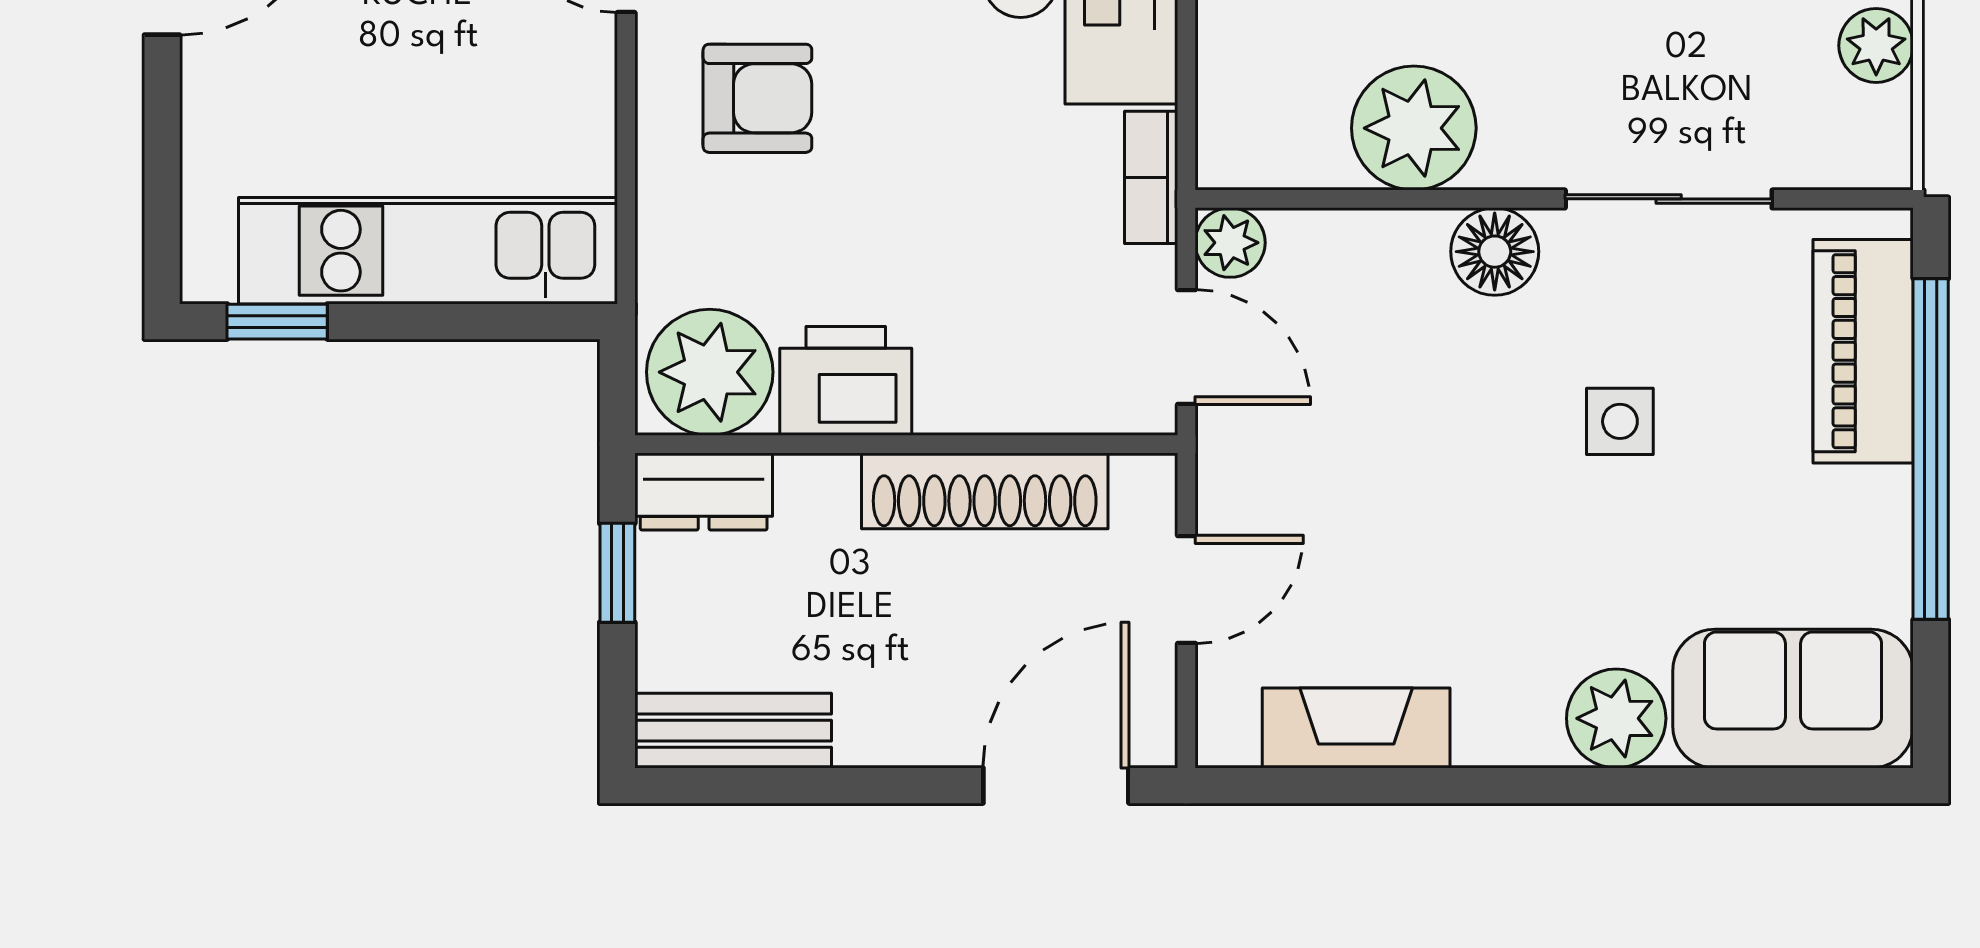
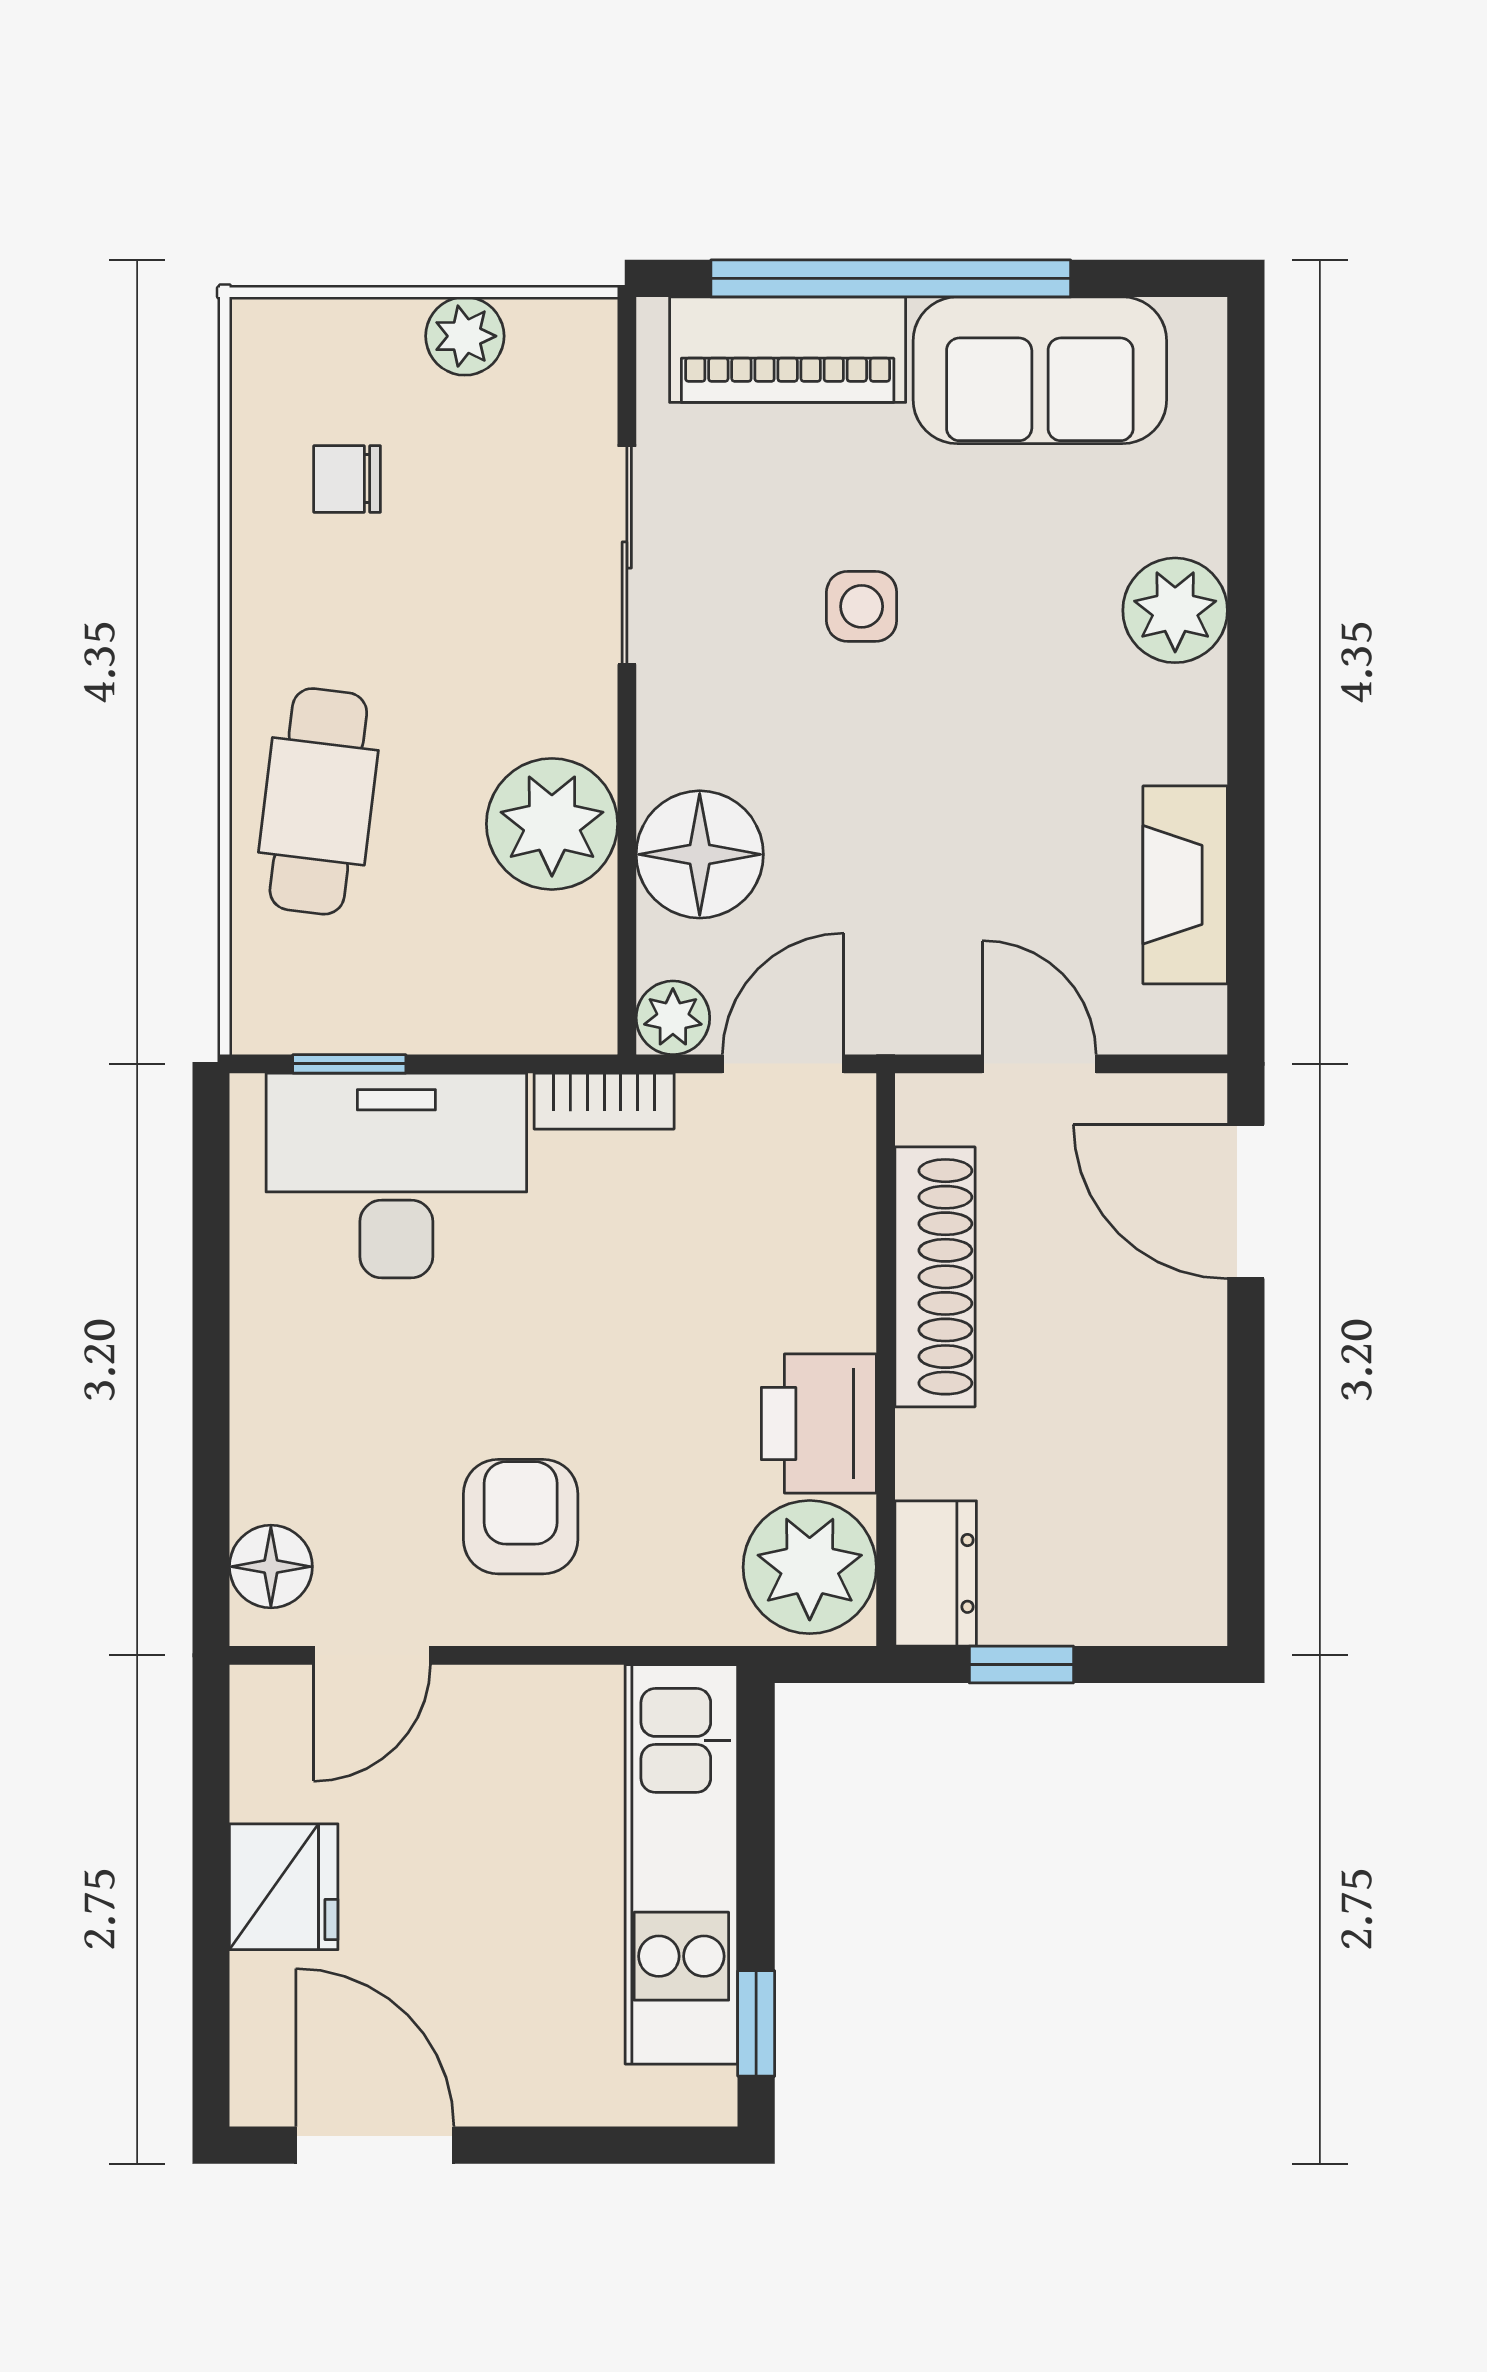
floor lamp: (1495, 252) -> (700, 854), moved, width x1.38, depth x1.38
sofa: (1793, 699) -> (1040, 370), moved, turned -90
bench: (733, 731) -> (1188, 1542), removed

